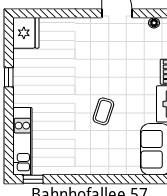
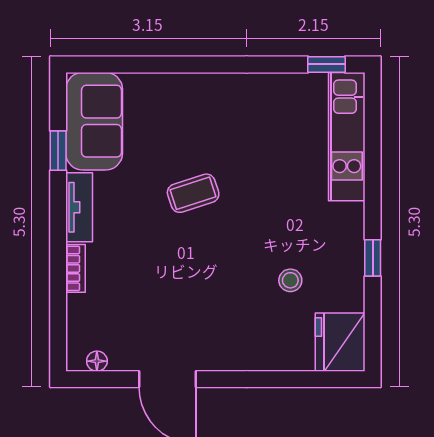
stool: (52, 65) -> (290, 280), added
coffee table: (103, 111) -> (193, 193), turned 54

